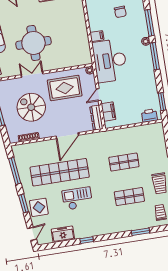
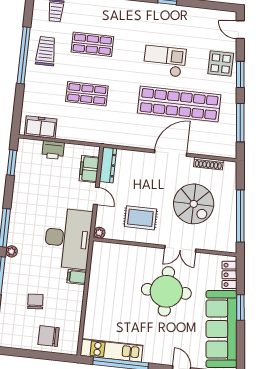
rug: (65, 88) -> (140, 218), width x0.73, depth x0.70
door: (99, 95) -> (96, 196), hinge flipped
printer: (149, 116) -> (53, 150), moved
door: (67, 136) -> (171, 153), moved
checkout: (77, 198) -> (165, 61), turned 180
door: (32, 234) -> (240, 30), hinge flipped
freezer: (63, 234) -> (41, 127), moved, turned 180

